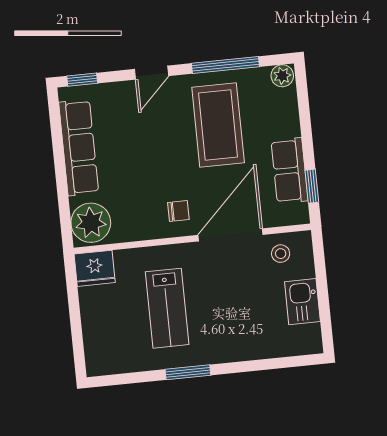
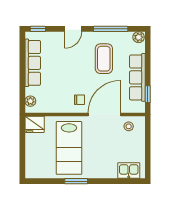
coffee table: (218, 125) -> (104, 59), width x0.73, depth x0.76
row of seats: (290, 171) -> (137, 77), width x1.48
plant: (91, 223) -> (30, 101), width x0.53, depth x0.53
kitchen sink: (302, 302) -> (129, 171), moved, turned 90
lab bench: (167, 308) -> (69, 148), width x1.36, depth x1.39

